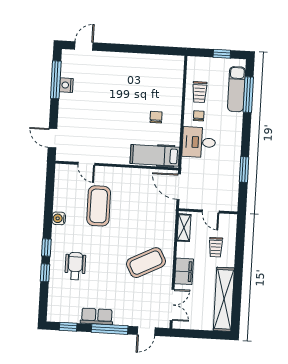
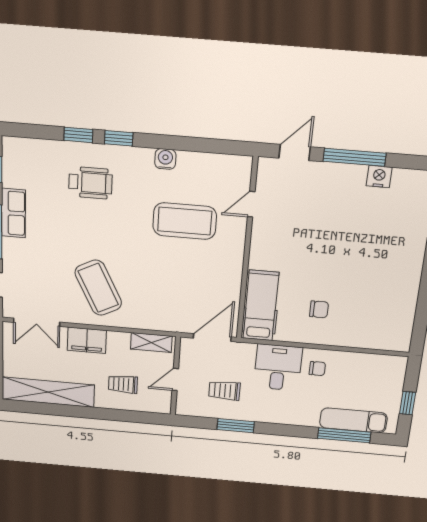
window: (56, 80) -> (355, 157), moved
trolley: (200, 92) -> (224, 391), moved

